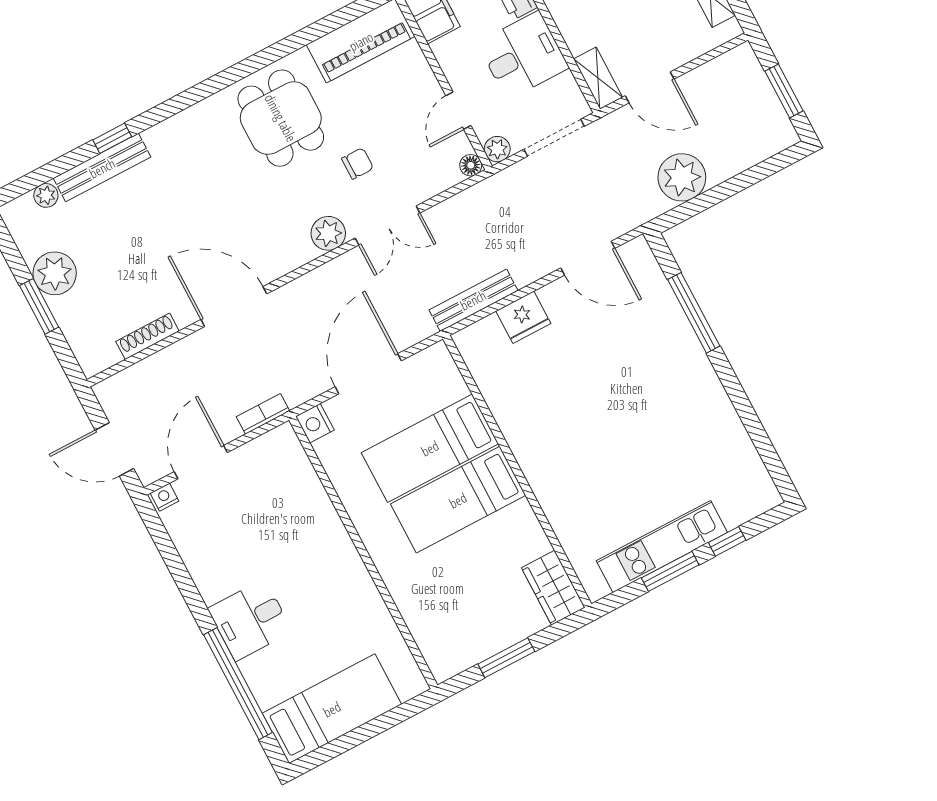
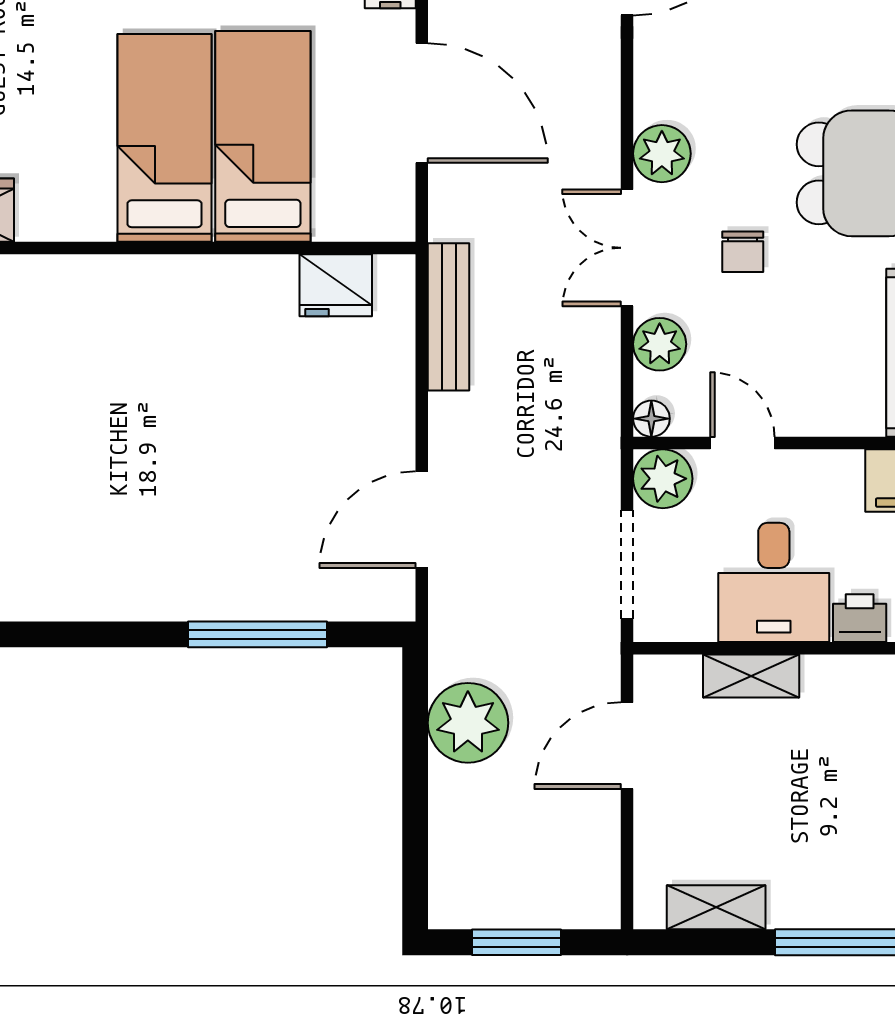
shelving: (598, 78) -> (751, 676), moved
plant: (497, 149) -> (663, 479), width x1.38, depth x1.38
plant: (429, 182) -> (660, 344), added
fridge: (523, 317) -> (336, 285), moved, turned -90

